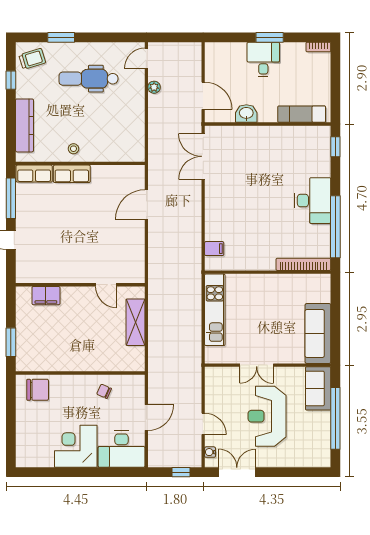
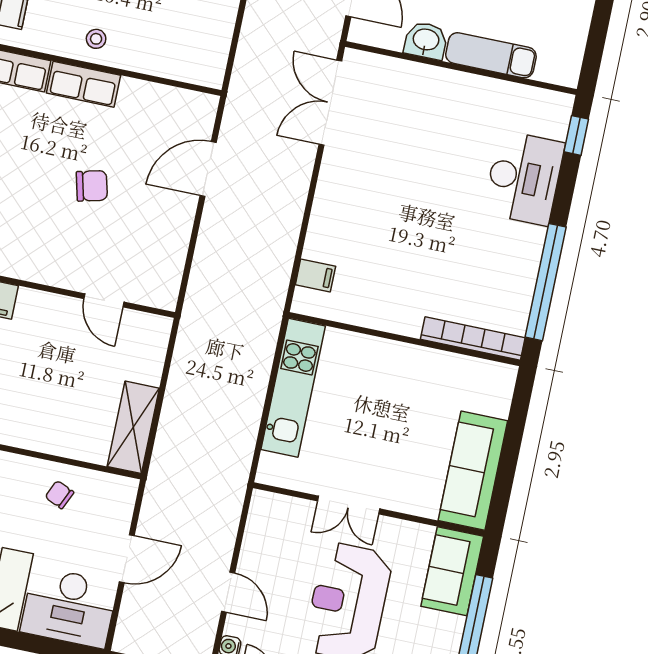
exam couch: (302, 114) -> (491, 55), moved
desk: (313, 201) -> (524, 178), moved
chair: (87, 226) -> (92, 186), added
shelving: (135, 322) -> (133, 427), moved

